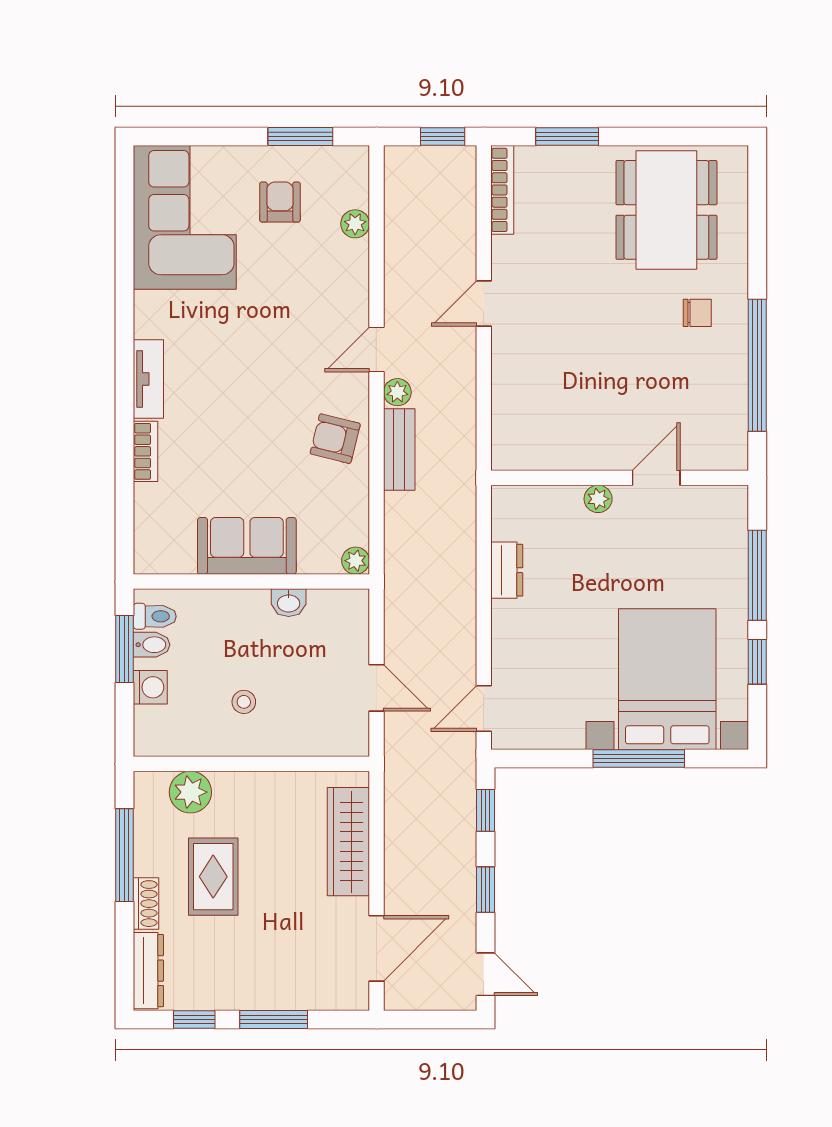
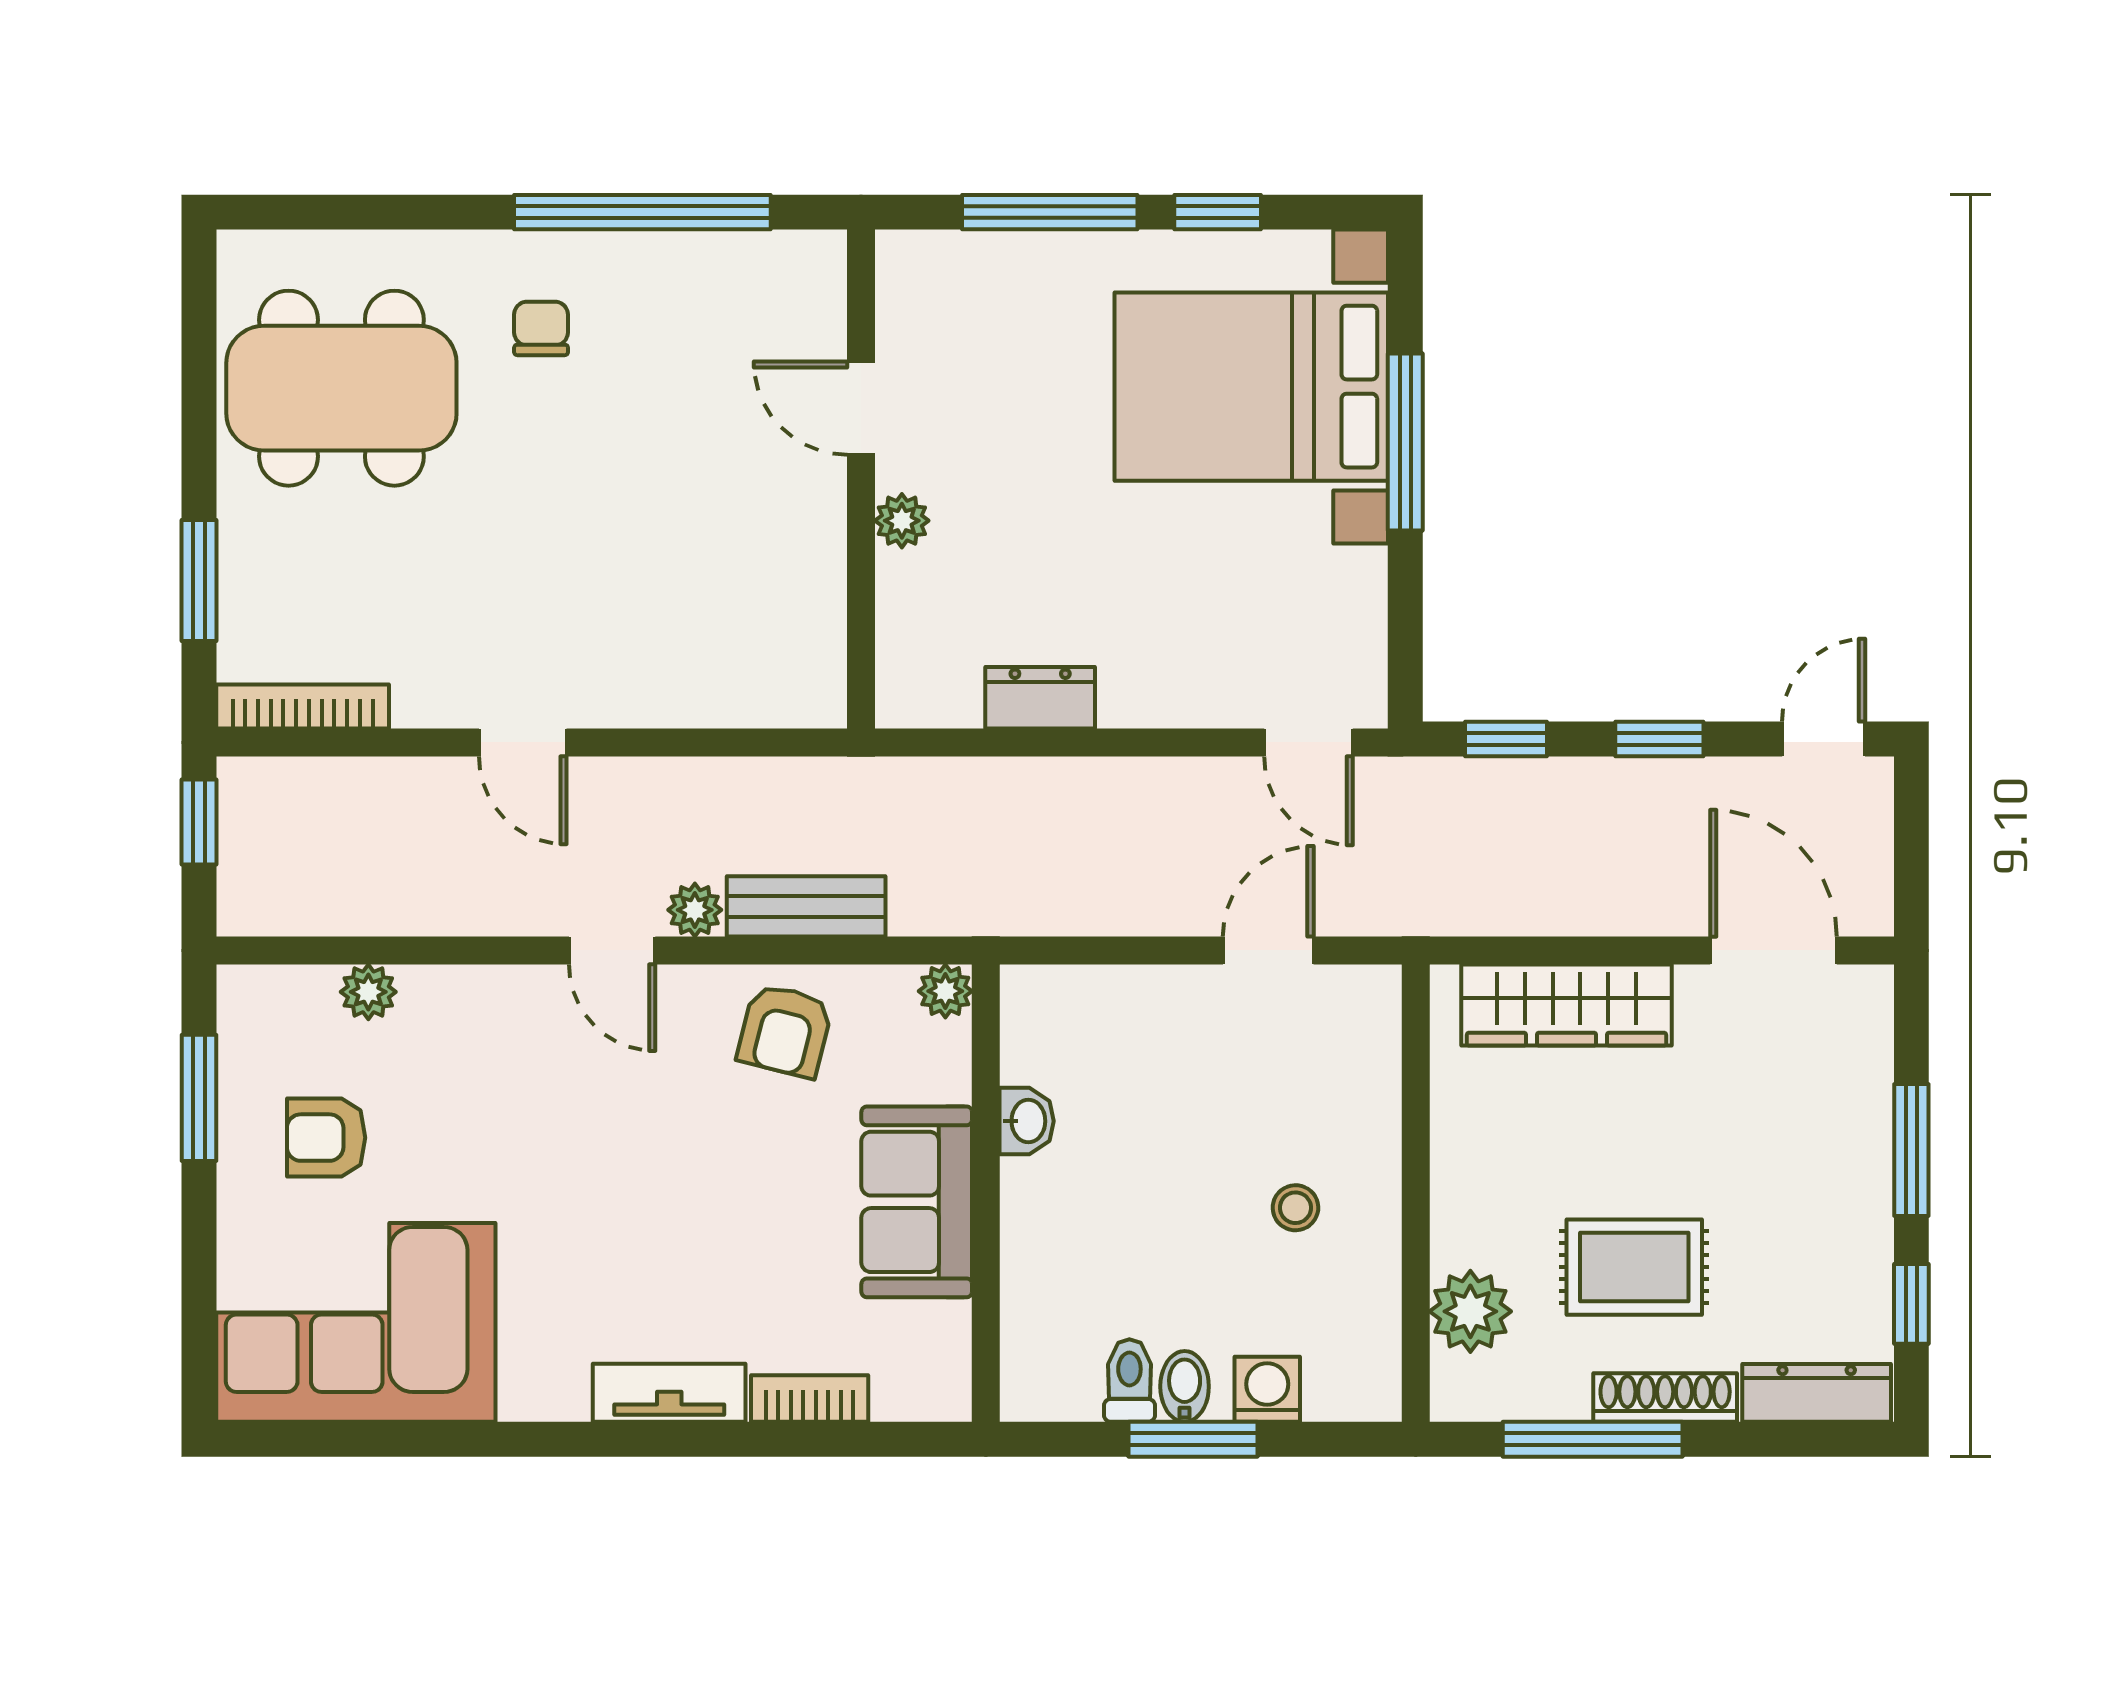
sofa: (247, 546) -> (917, 1202), moved
plant: (356, 561) -> (945, 991), moved
wall: (251, 582) -> (986, 1193), moved
washbasin: (289, 603) -> (1027, 1121), moved
shoe rack: (146, 904) -> (1665, 1398), width x1.43

